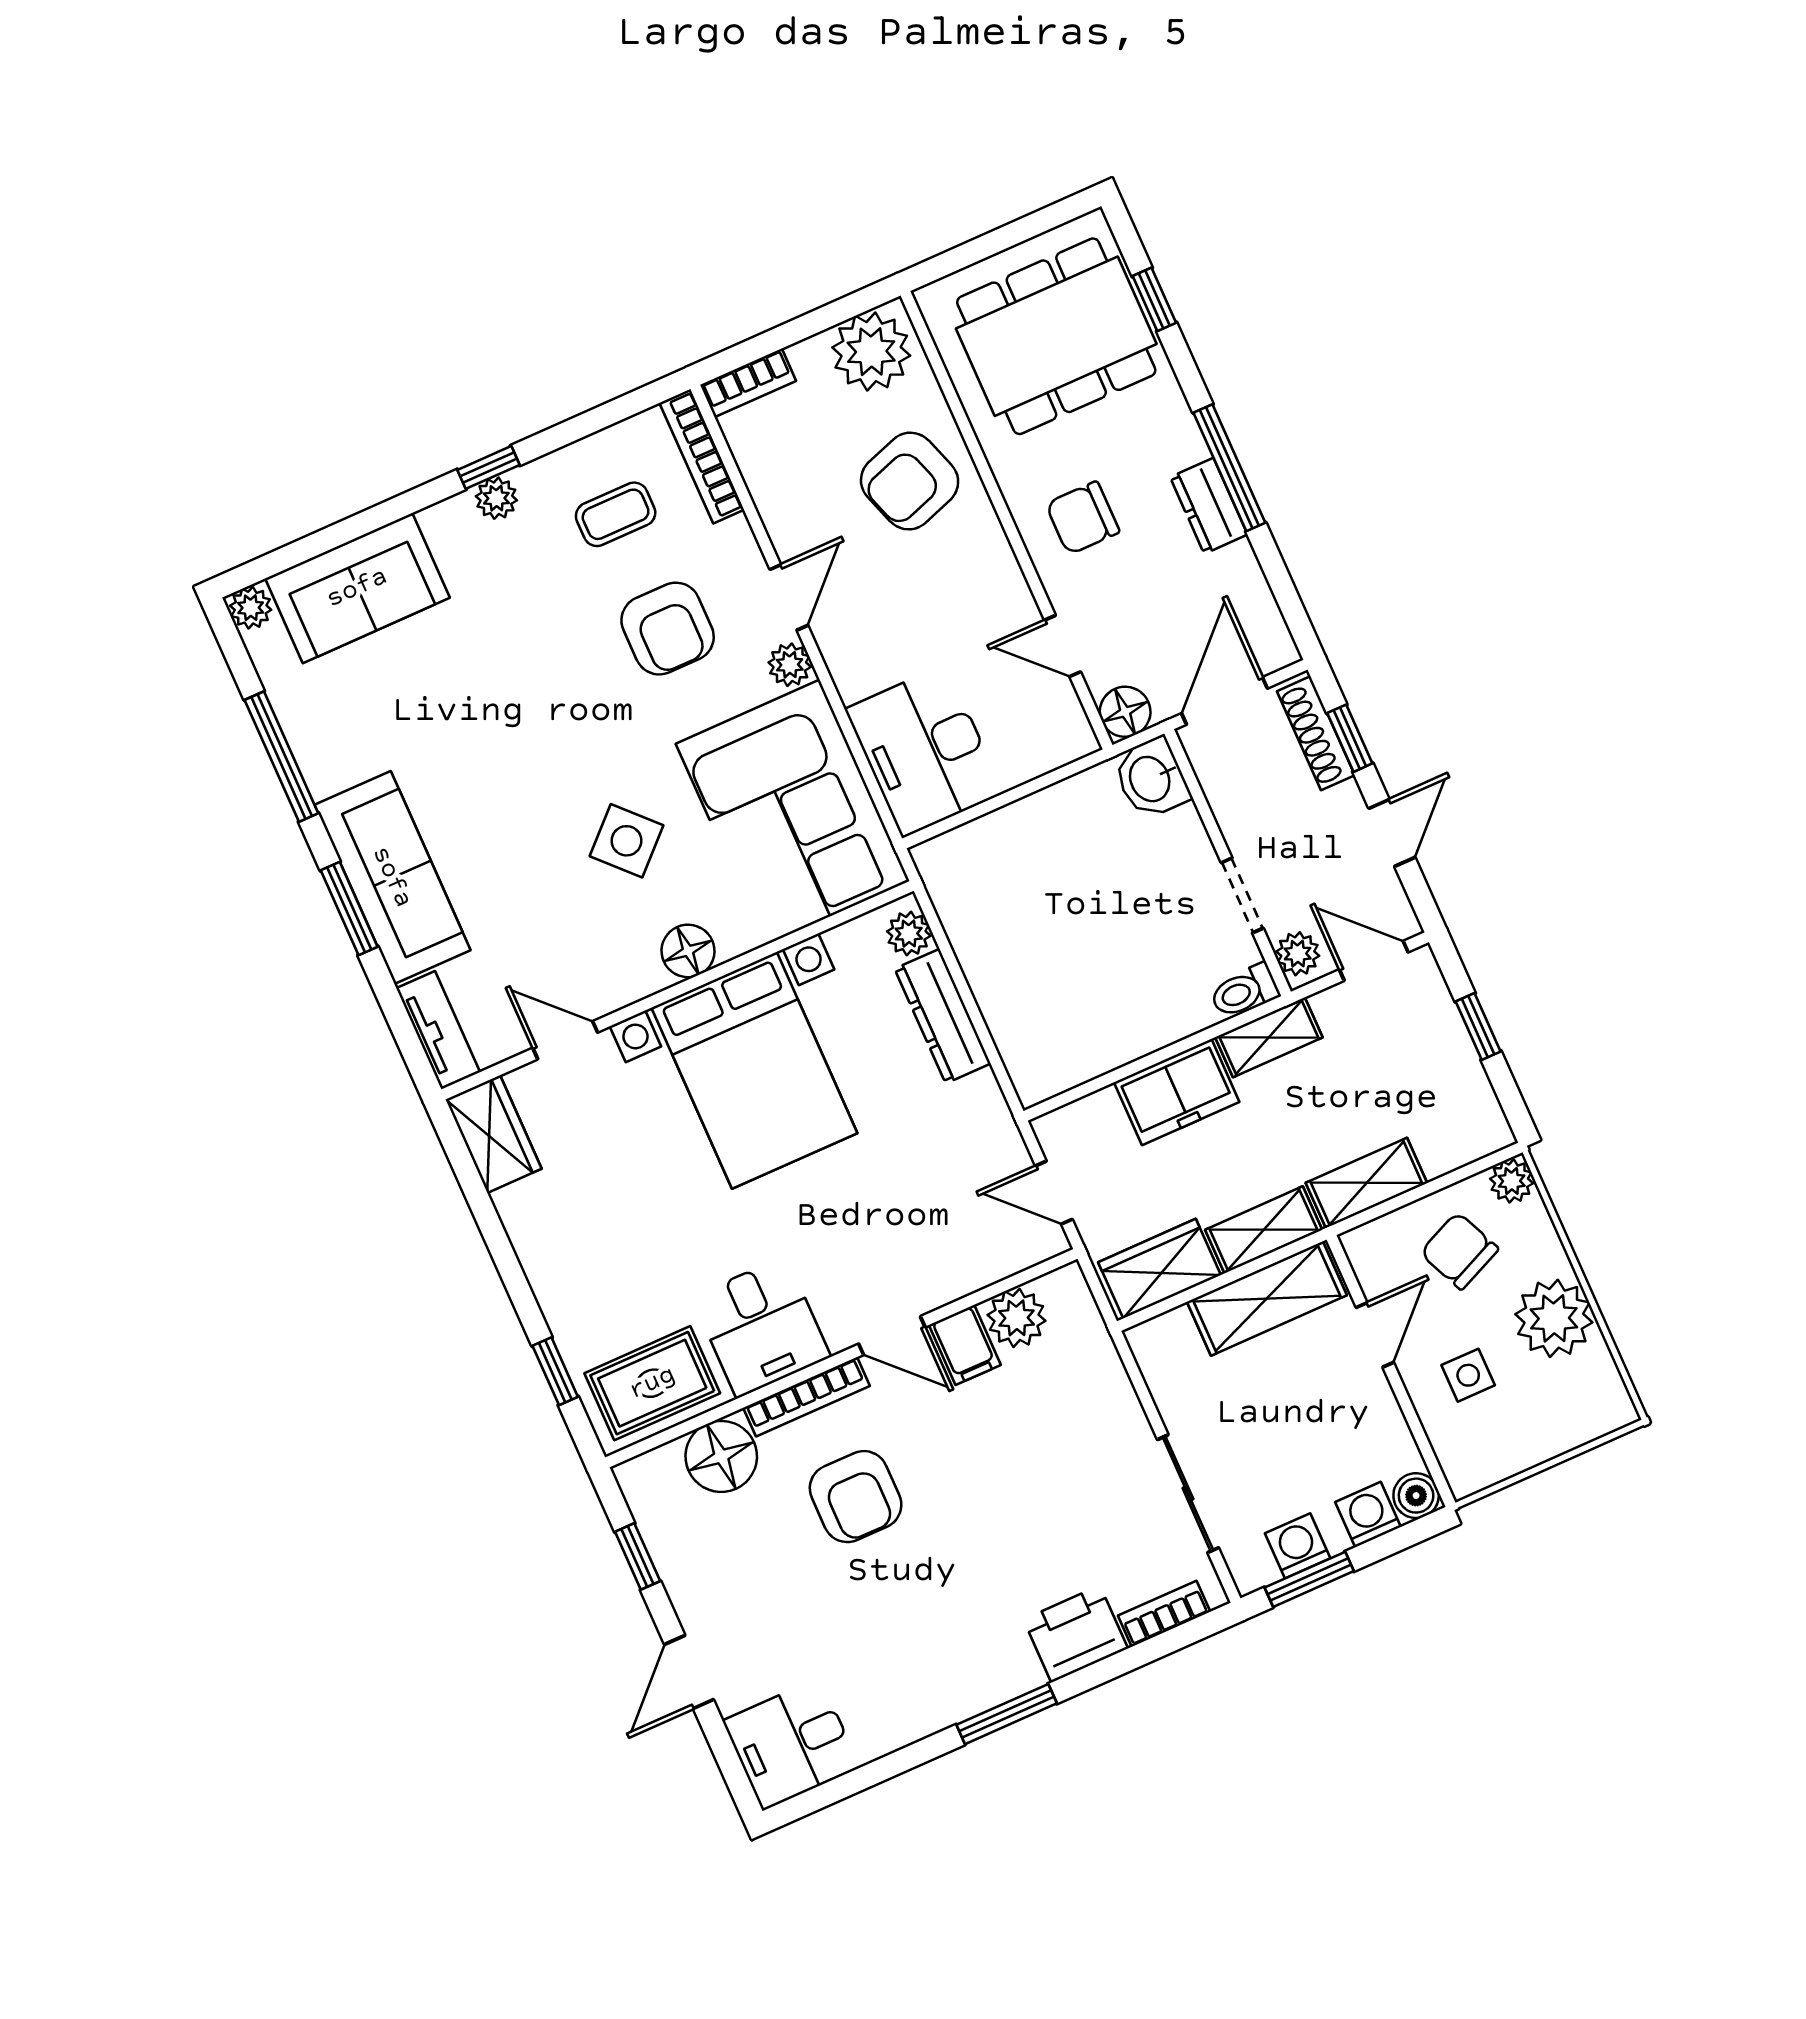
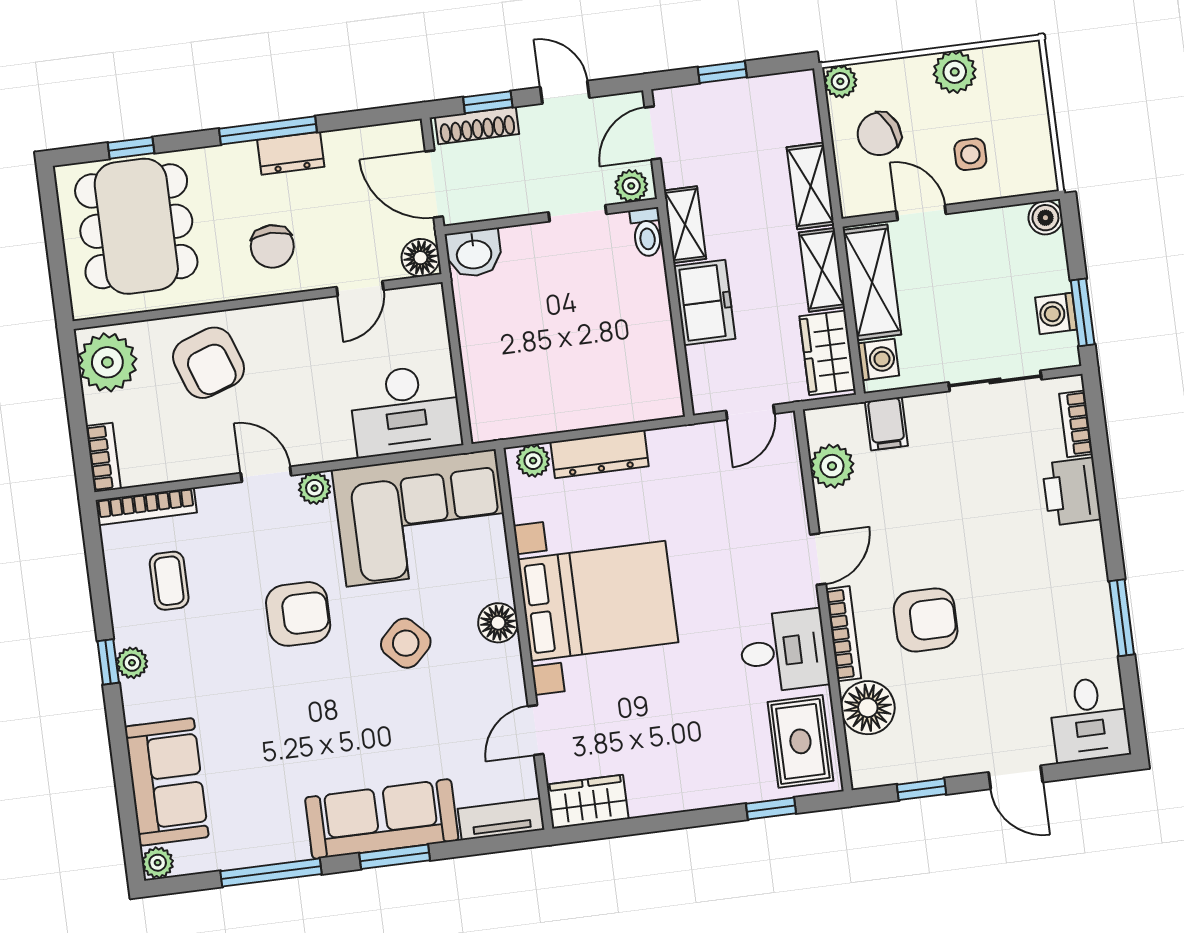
armchair: (668, 629) -> (298, 614), moved
plant: (1554, 1318) -> (955, 72), width x0.73, depth x0.73
filing cabinet: (965, 1345) -> (886, 424), moved, turned 90
washing machine: (1368, 1514) -> (878, 359), moved, turned 180
window: (1007, 1714) -> (1122, 618), moved

